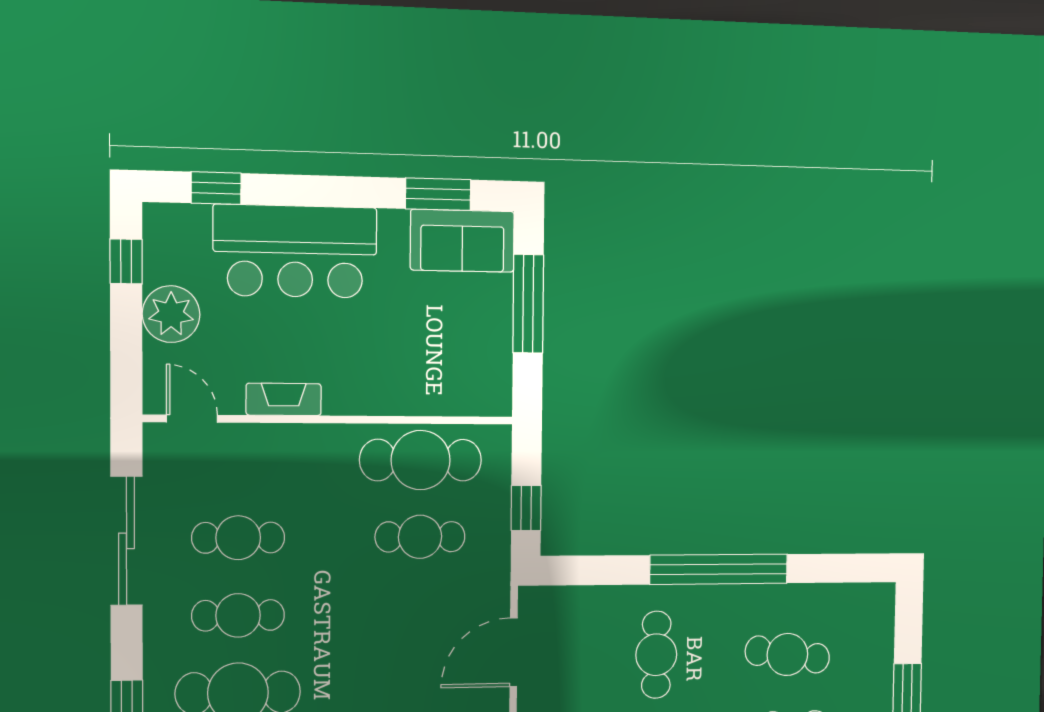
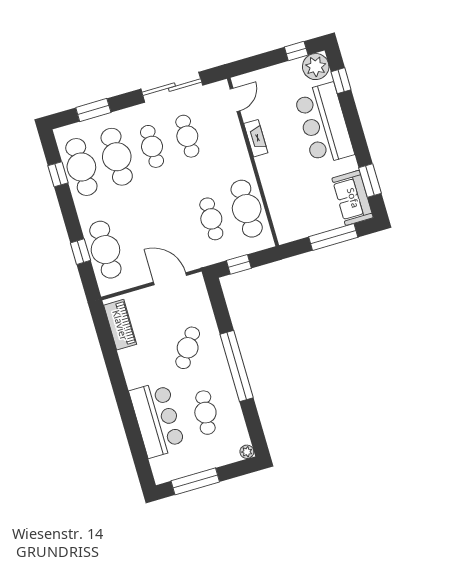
plant: (171, 314) -> (316, 67), moved
plant: (883, 596) -> (247, 452), added
cafe table: (656, 655) -> (188, 348), turned -56

